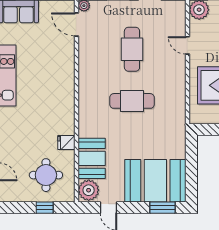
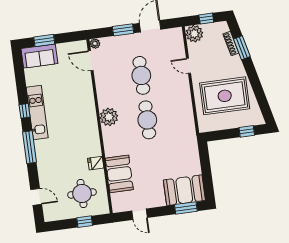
cafe table: (132, 101) -> (147, 120), turned 90
booth: (155, 181) -> (184, 190), width x0.73, depth x0.70
plant: (89, 190) -> (109, 117), moved

